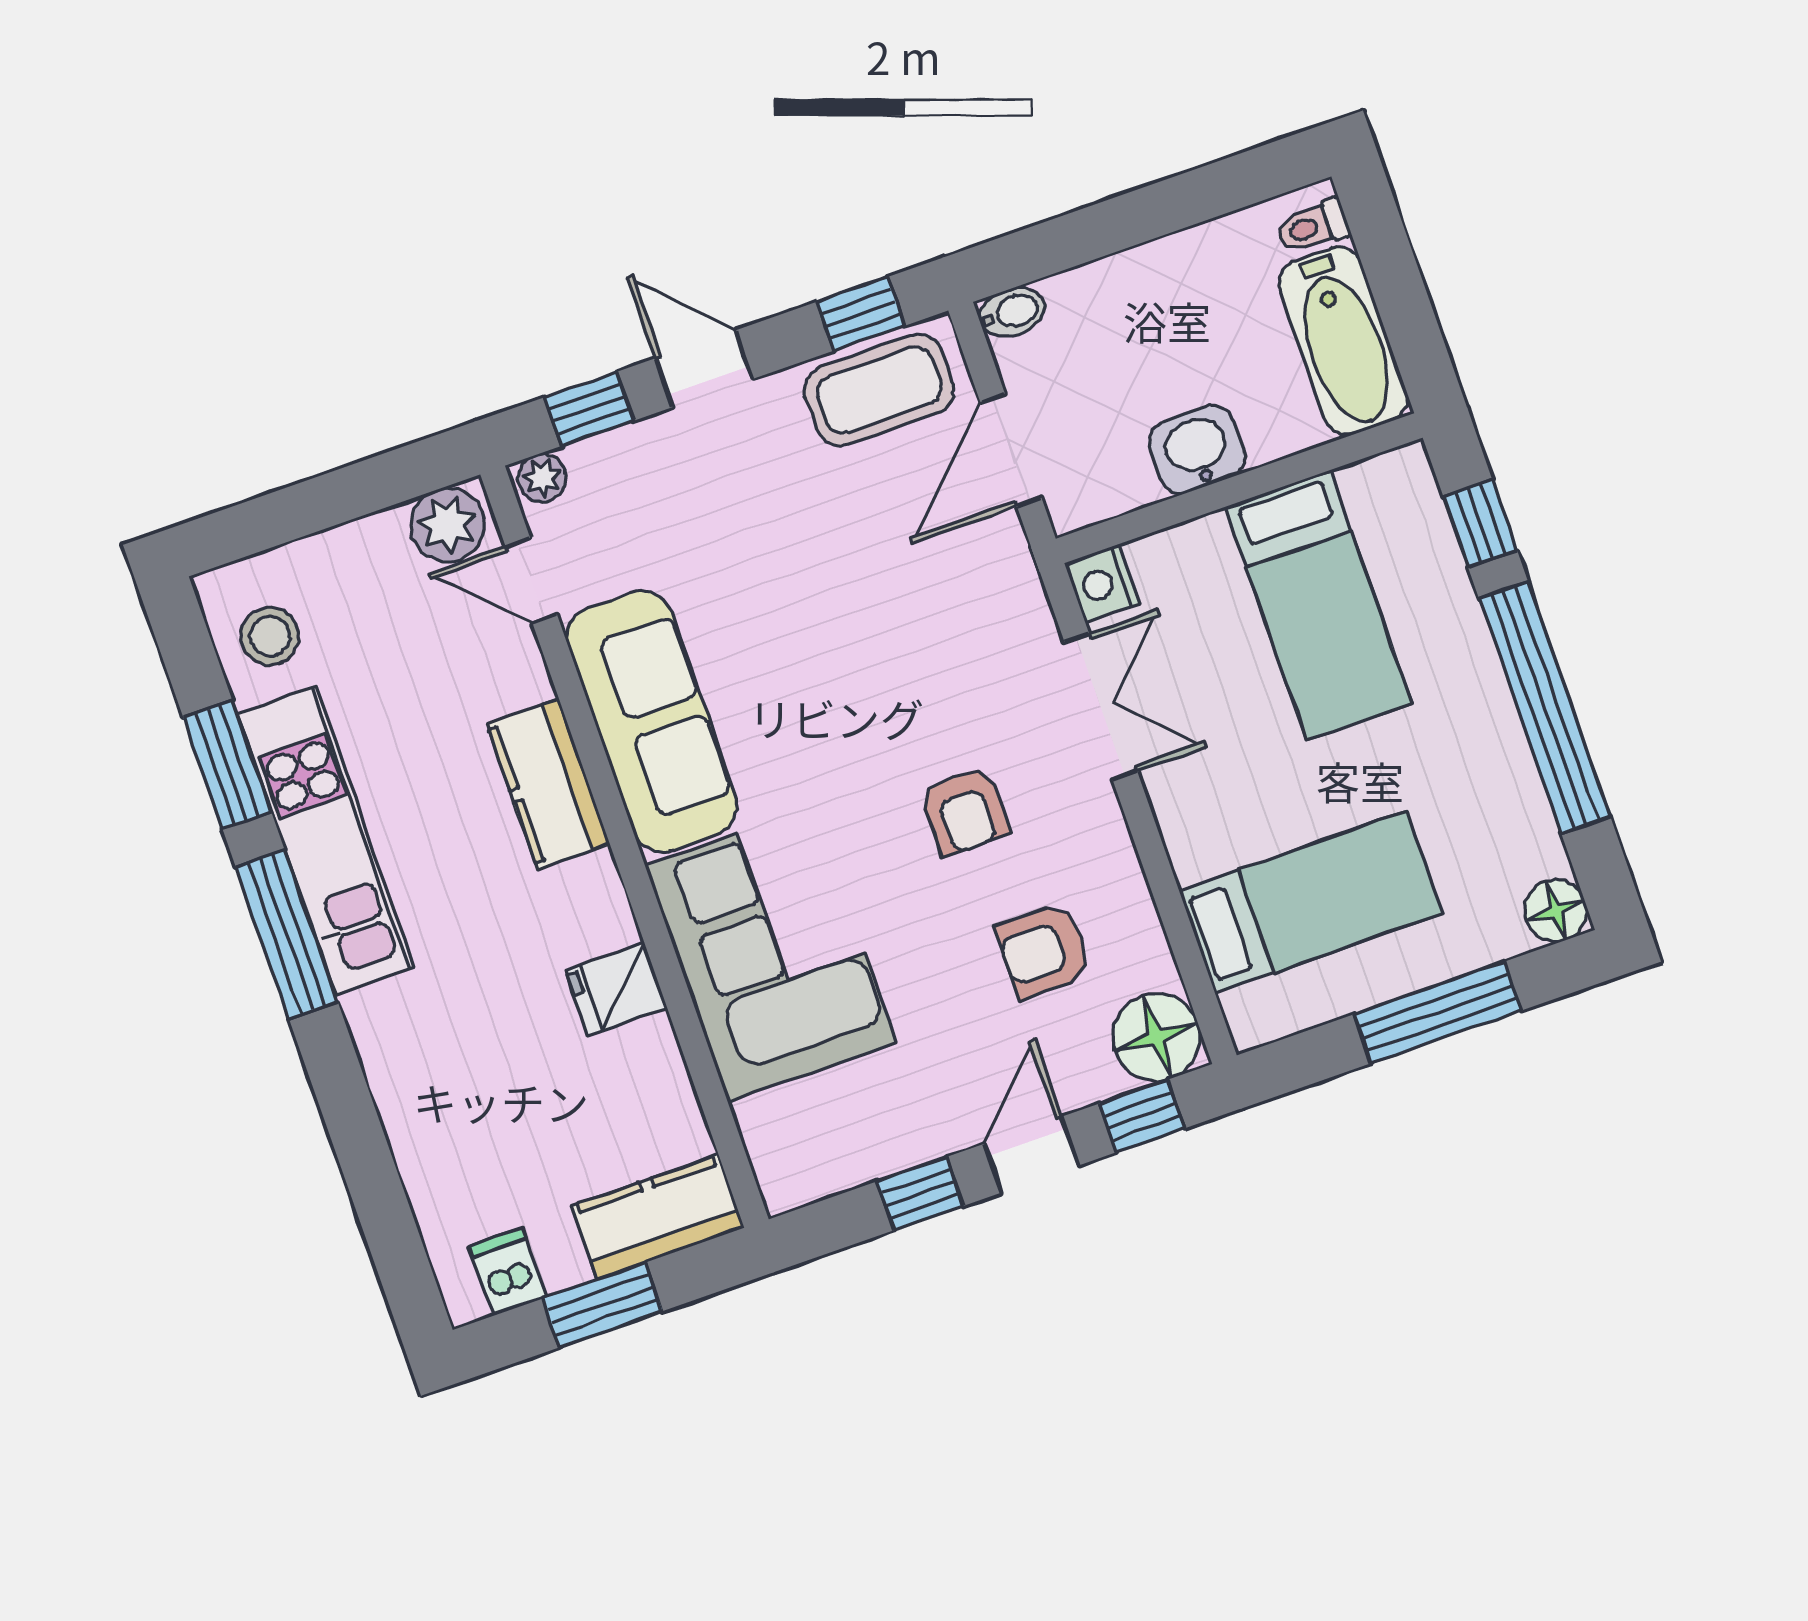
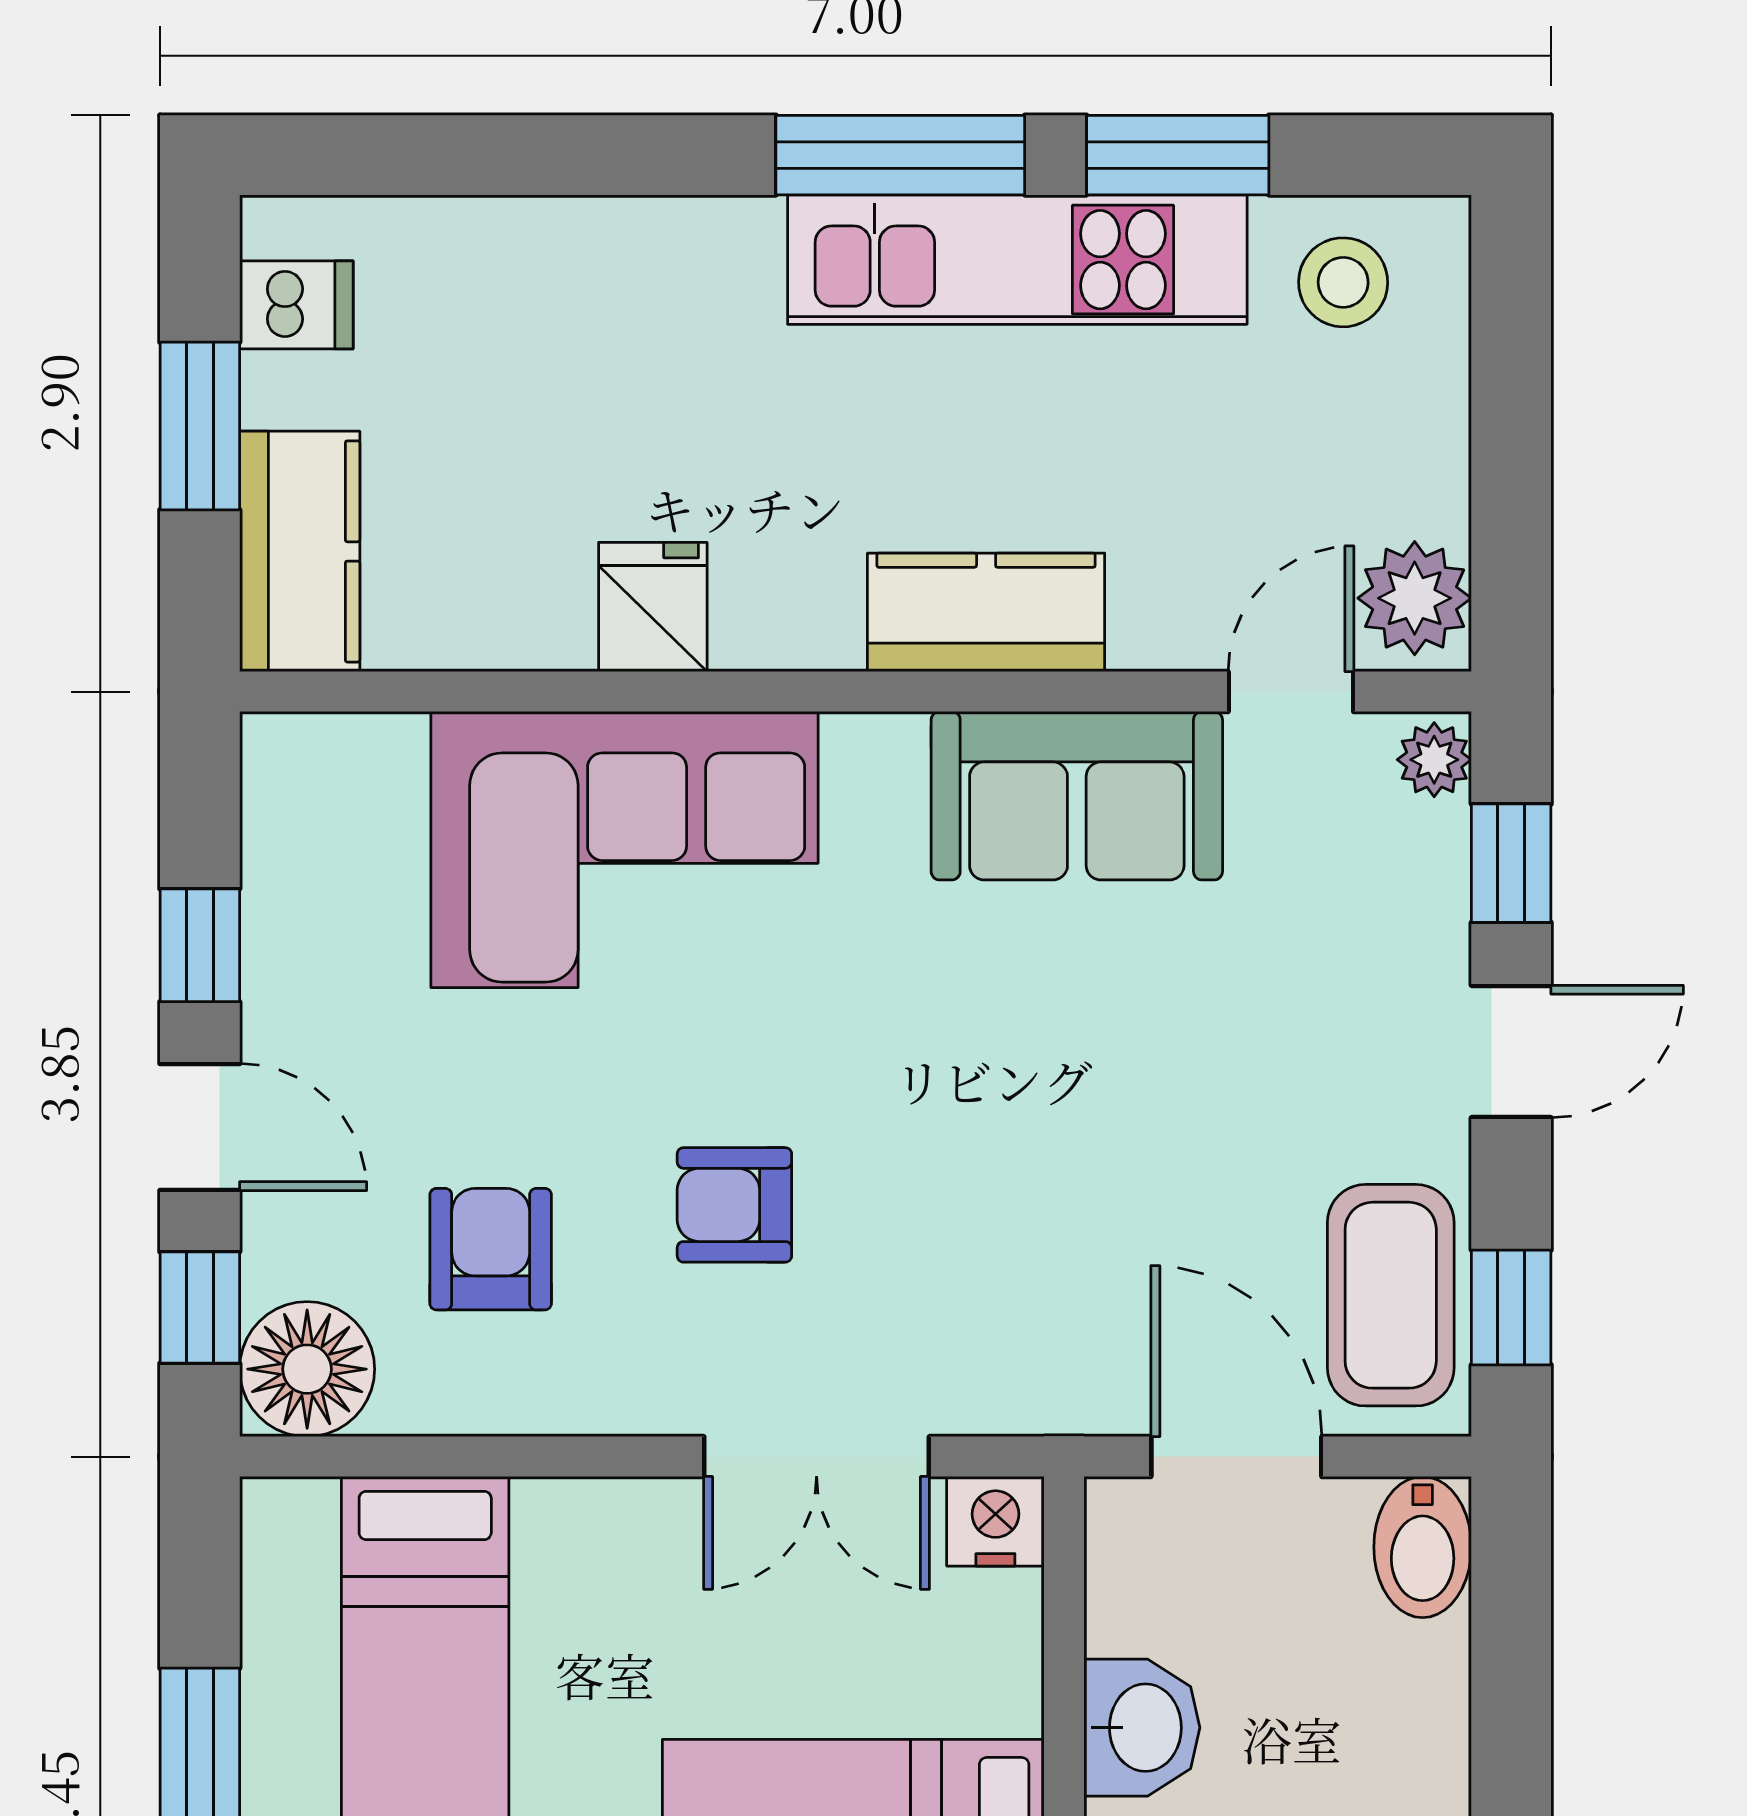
bidet: (1012, 312) -> (1423, 1547), width x1.38, depth x1.36
sofa: (652, 721) -> (1077, 796), width x0.73

